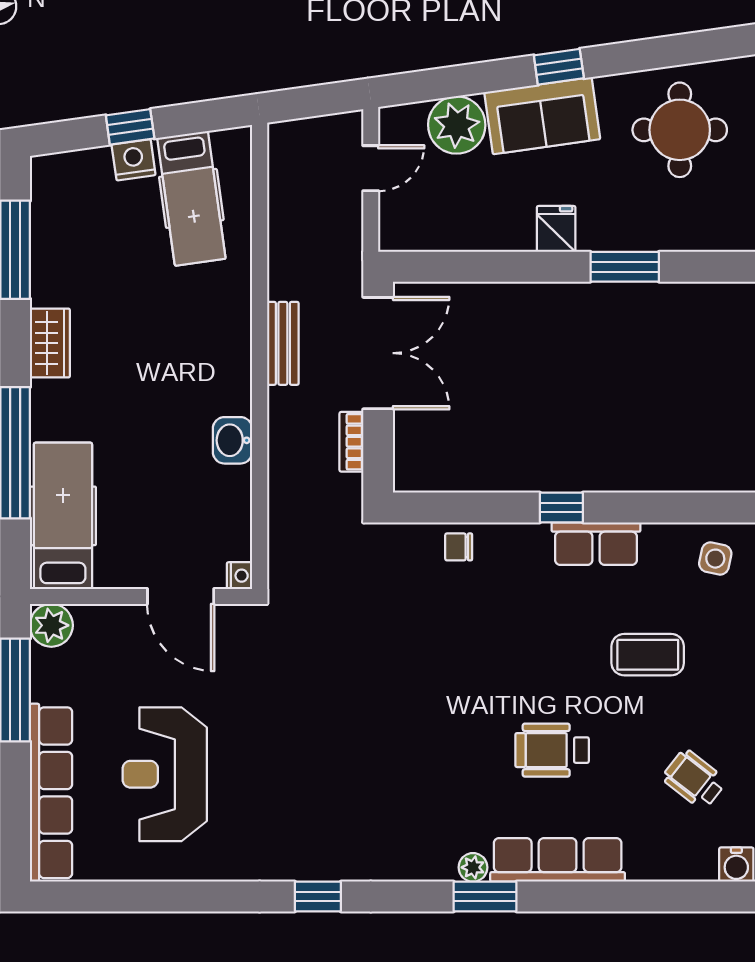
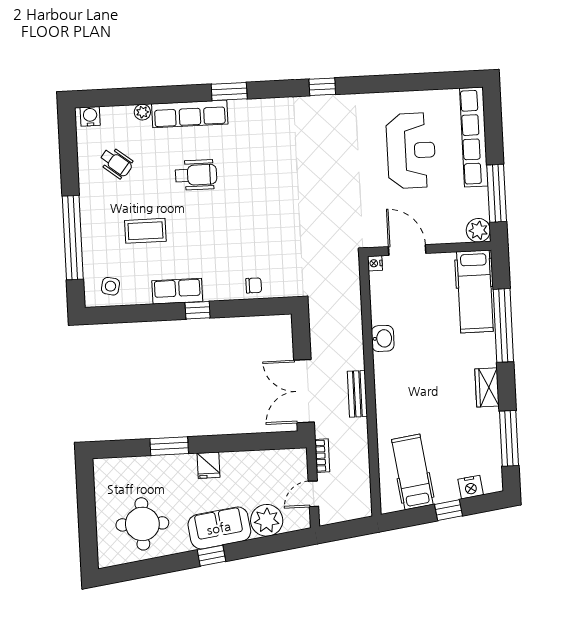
nightstand: (134, 160) -> (471, 487), moved
bookcase: (351, 442) -> (322, 456), moved
plant: (473, 867) -> (142, 112), moved

